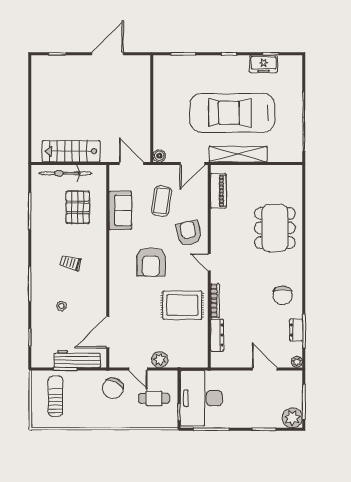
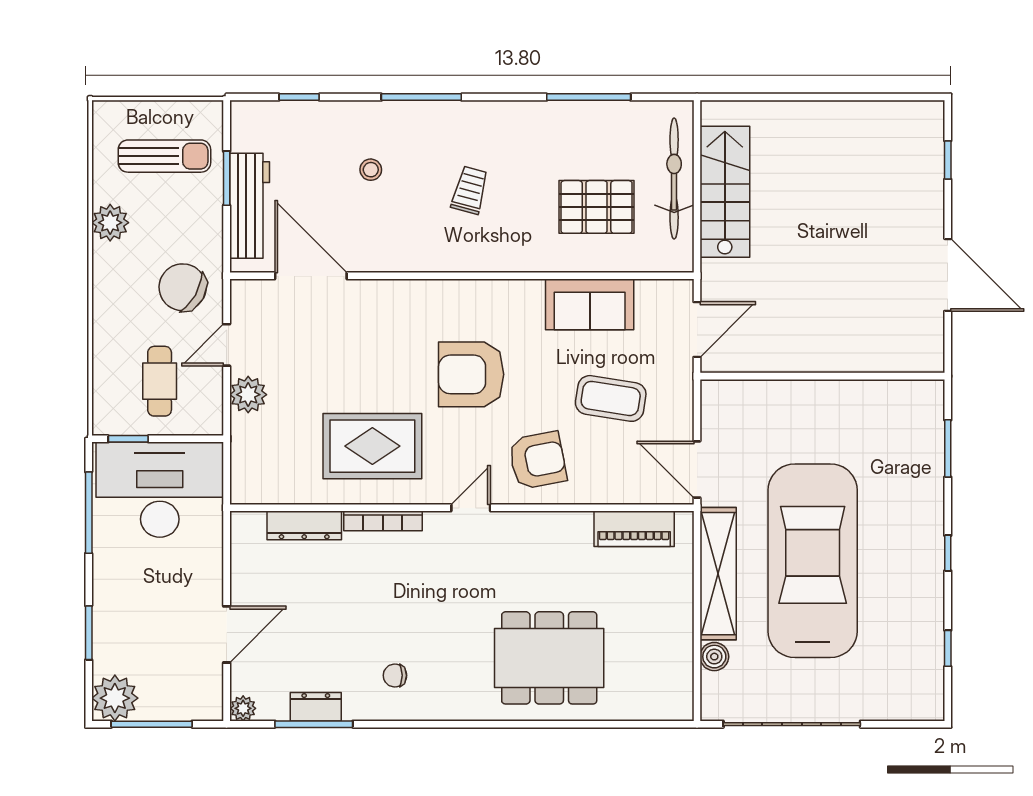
freezer: (264, 64) -> (924, 632), removed
boiler: (159, 156) -> (714, 657), moved
chair: (283, 295) -> (395, 675), width x0.54, depth x0.54
rug: (182, 305) -> (372, 446), turned 90
plant: (85, 420) -> (110, 223), added

